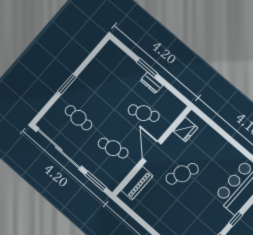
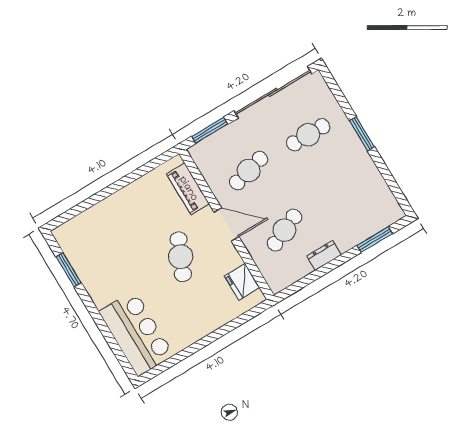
window: (147, 68) -> (375, 240), moved
window: (236, 219) -> (93, 311), removed

